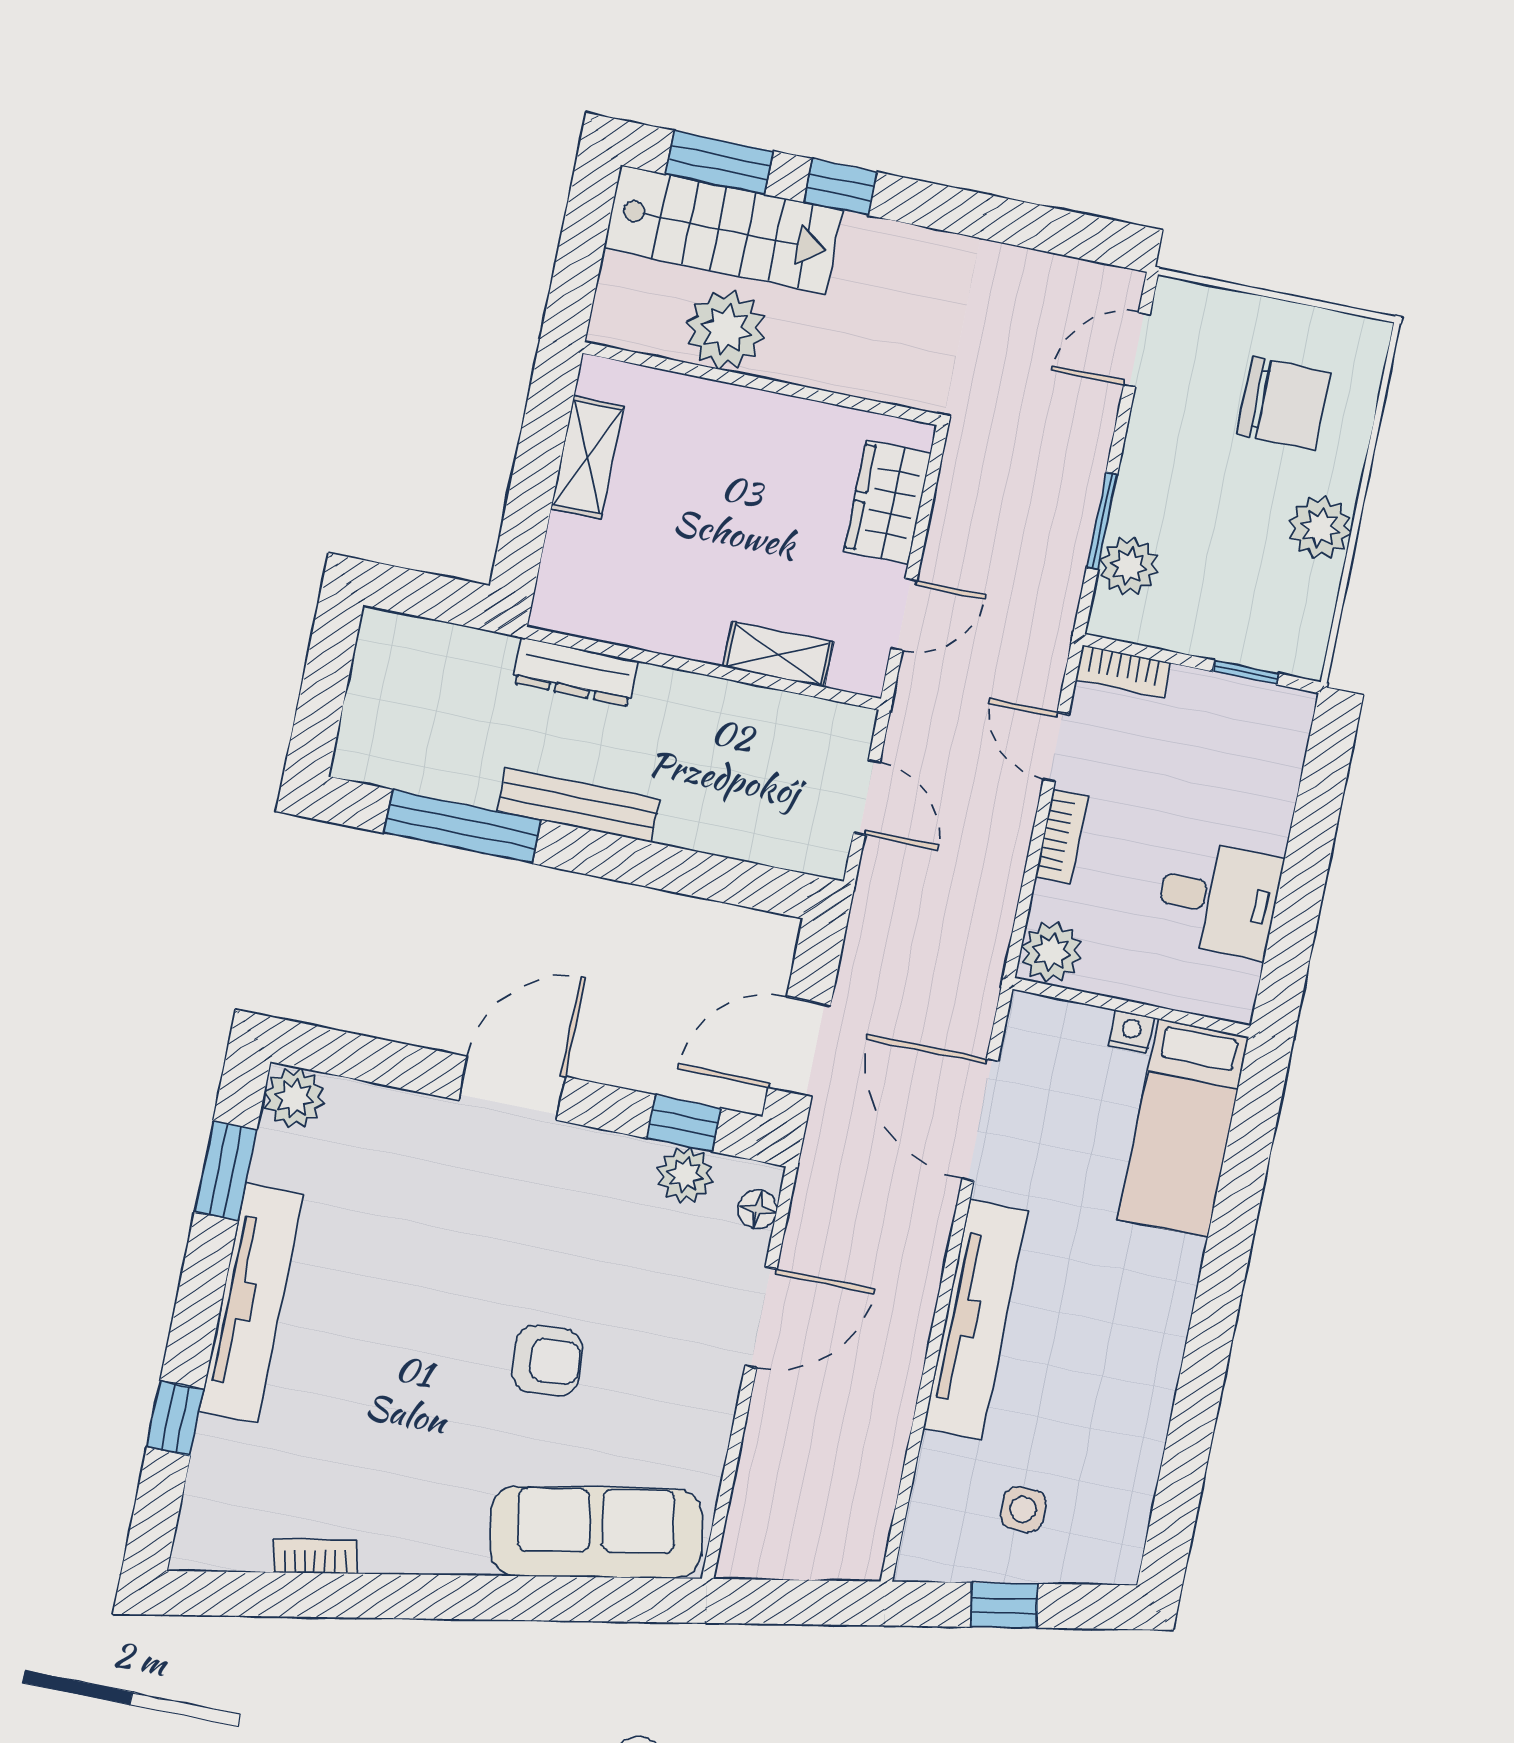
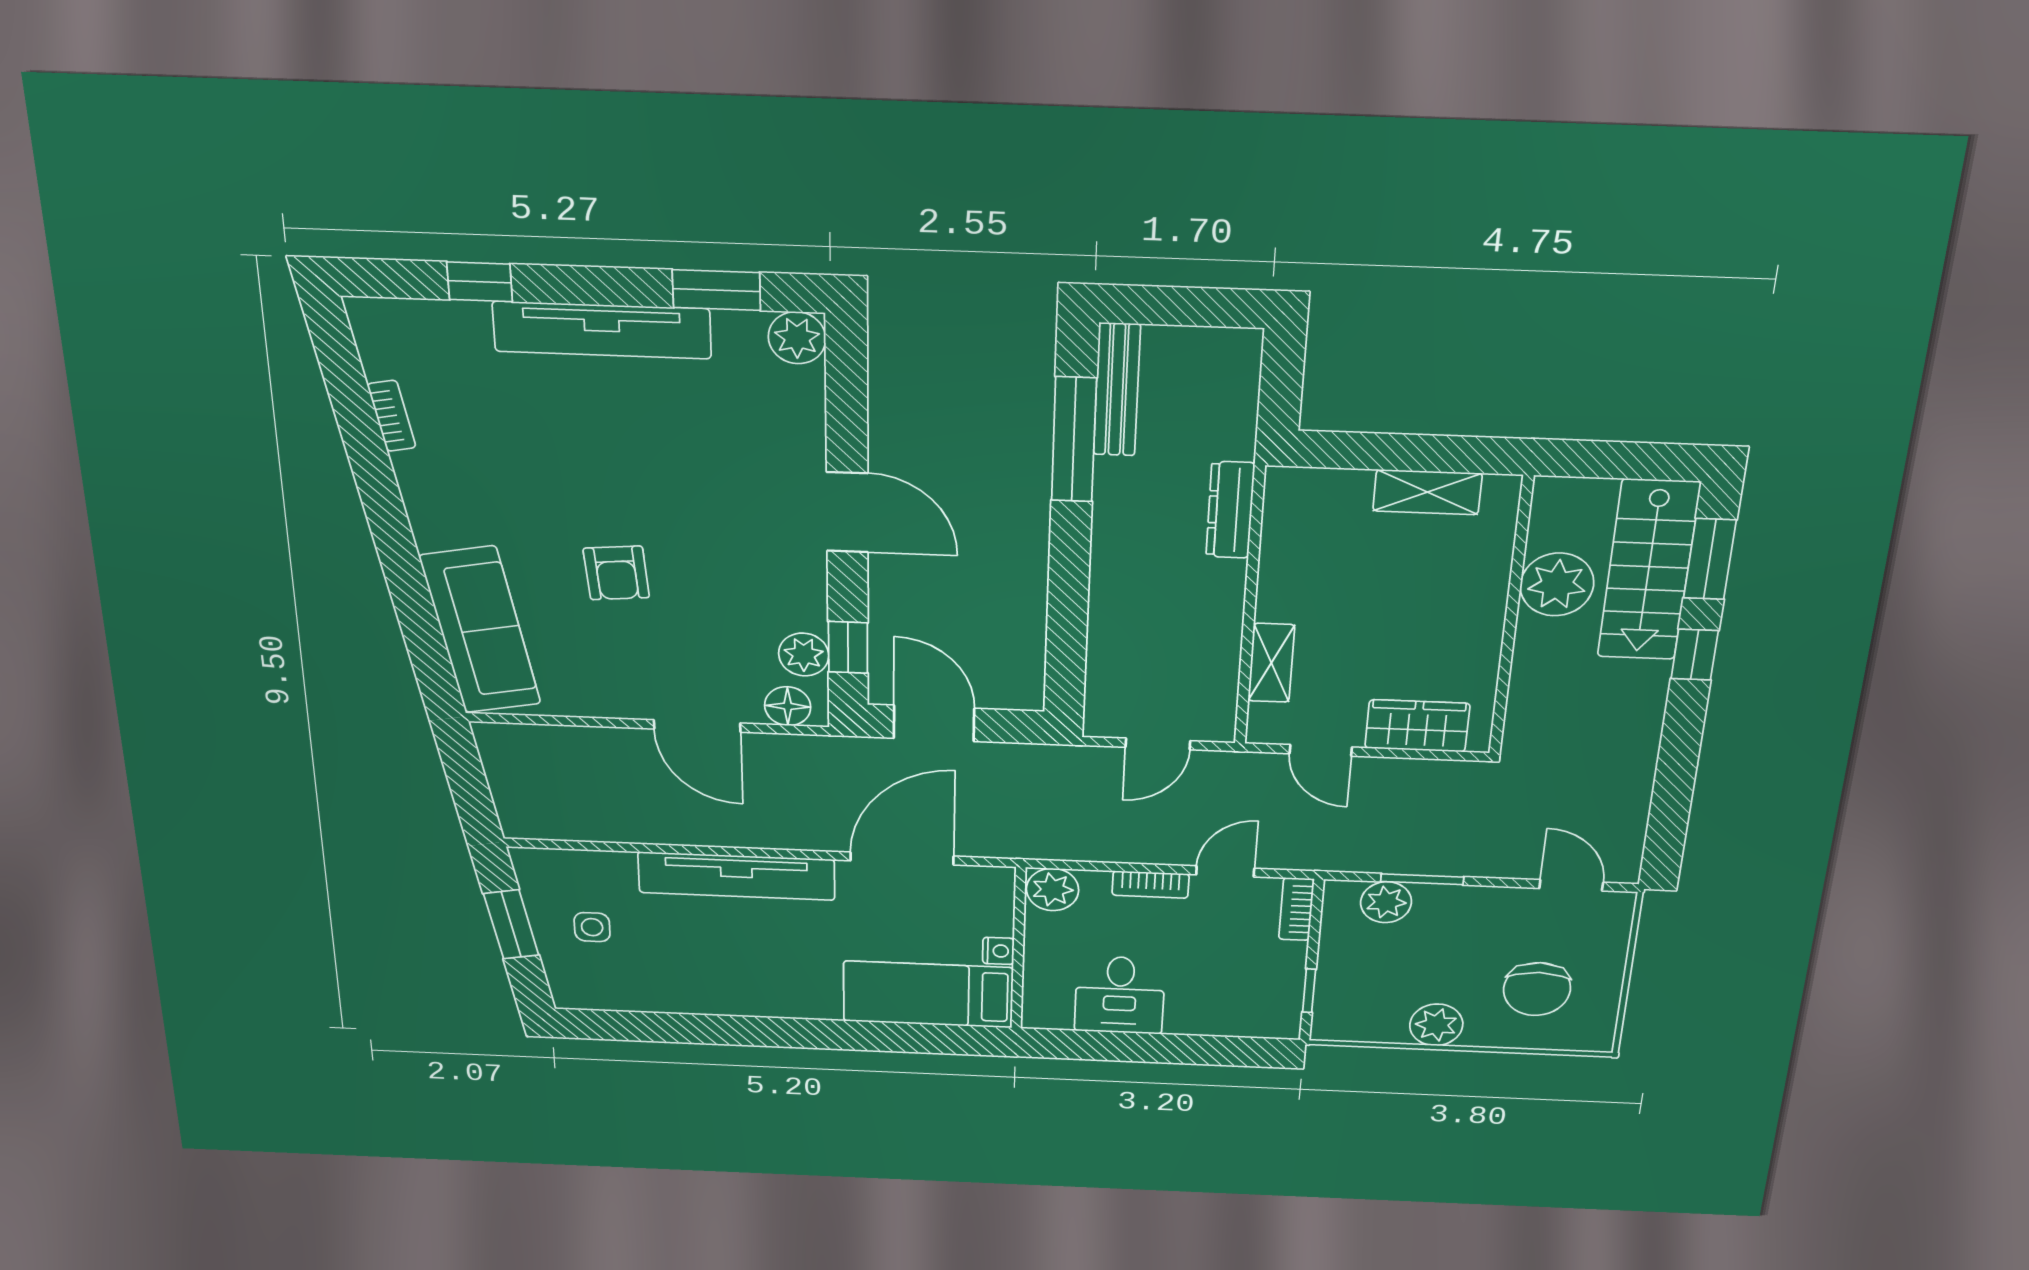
bench: (578, 805) -> (1117, 390), moved
floor lamp: (758, 1209) -> (788, 706), width x1.37, depth x1.37
window: (1004, 1605) -> (511, 924), width x1.50

